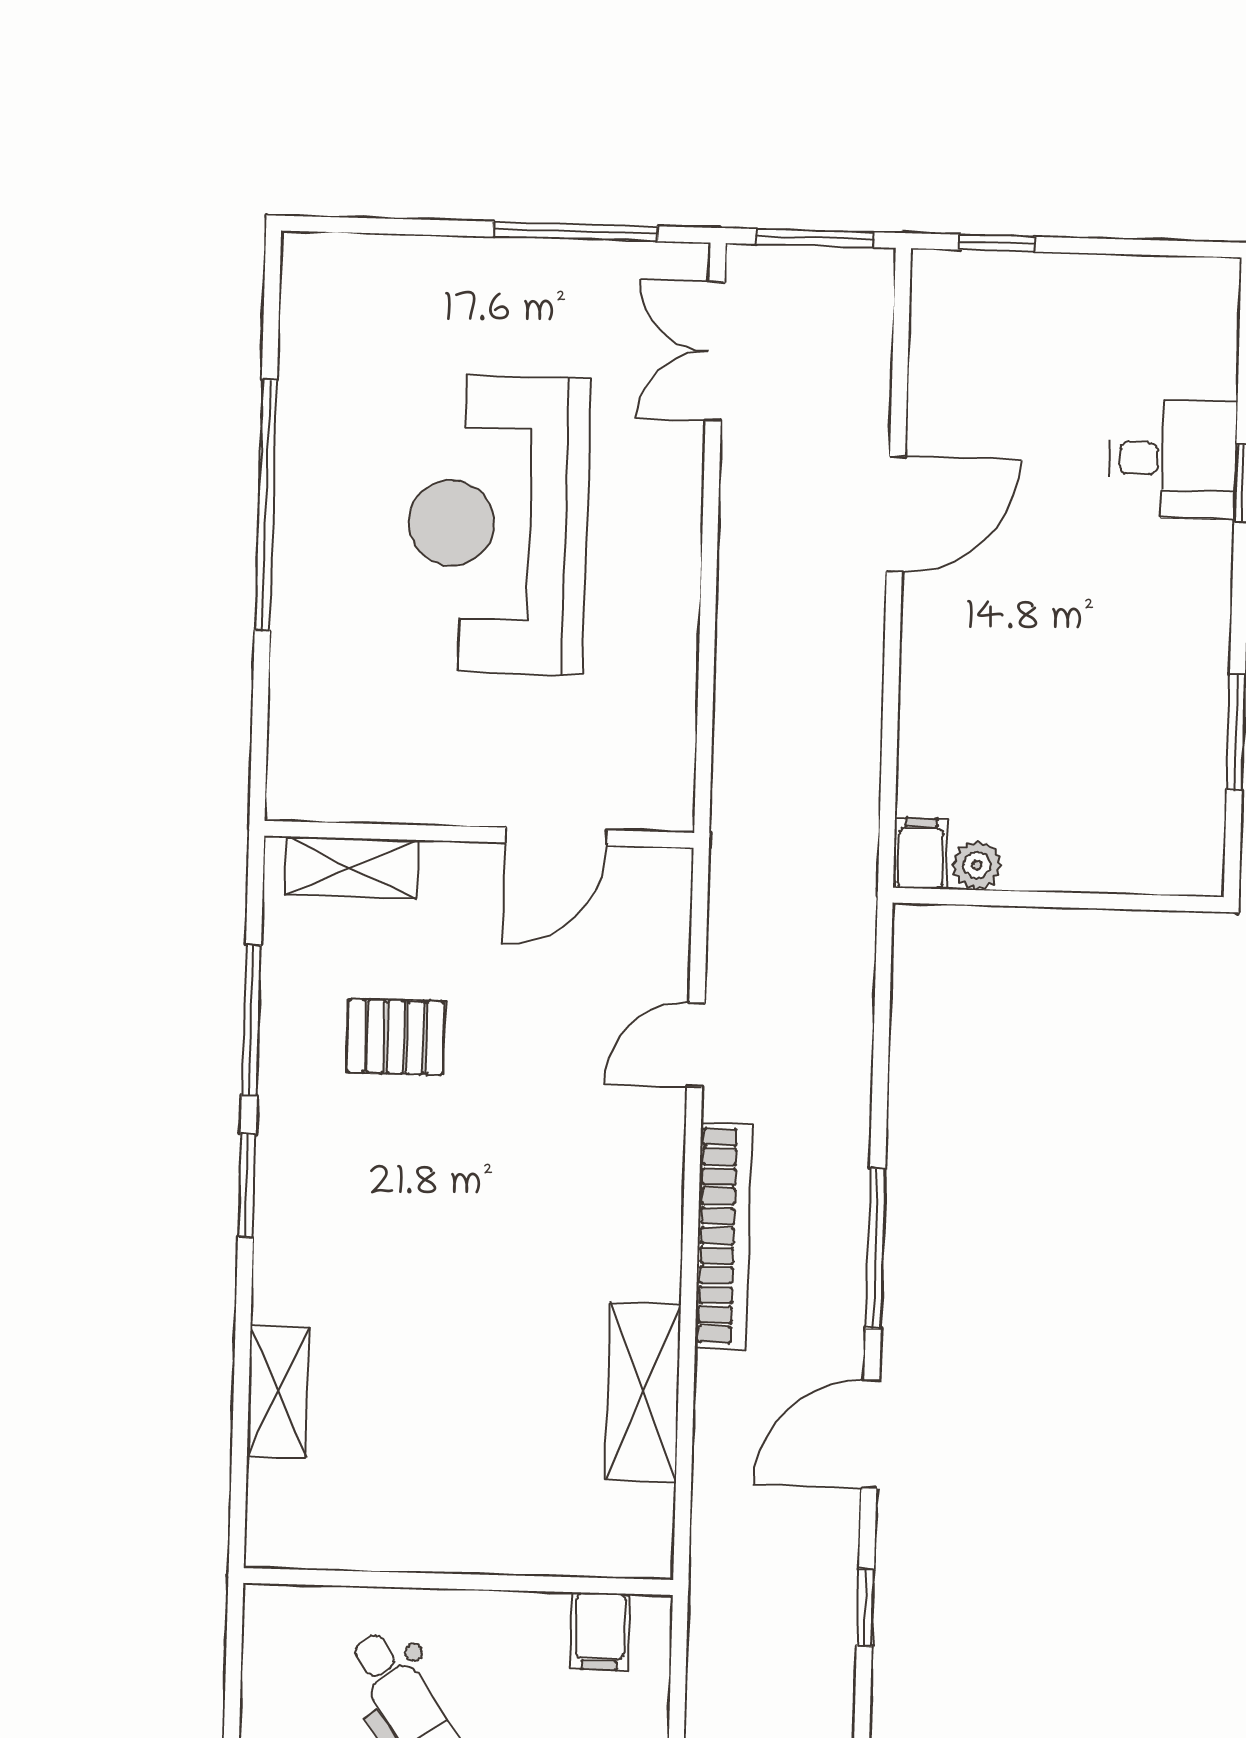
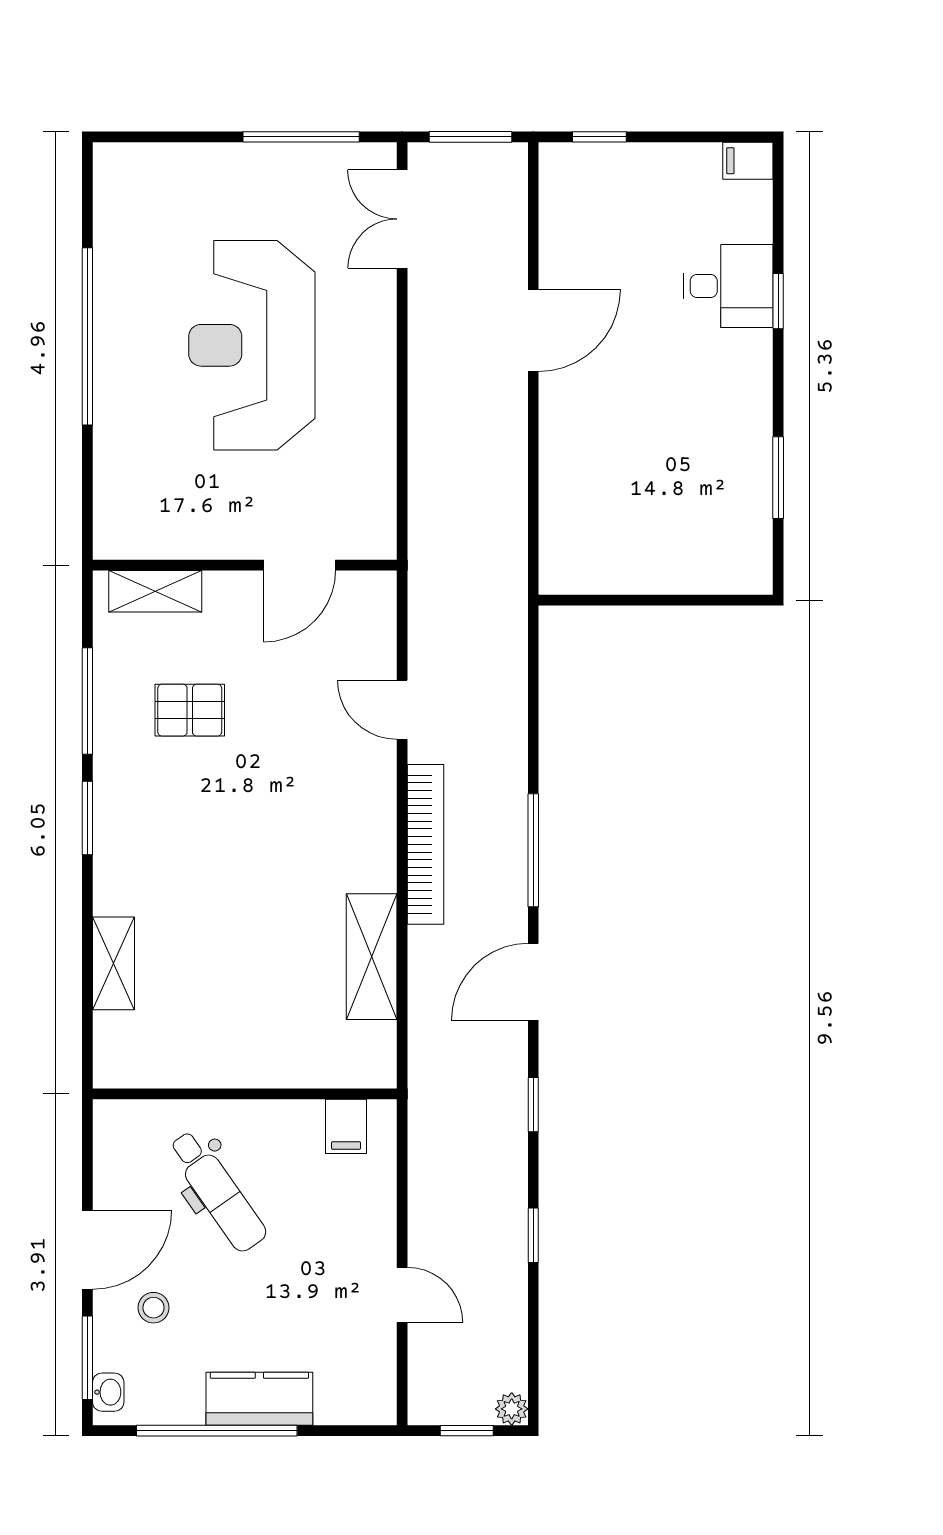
filing cabinet: (921, 853) -> (748, 161), moved, turned -90
plant: (977, 865) -> (597, 577), removed
door: (696, 1045) -> (402, 710), hinge flipped

